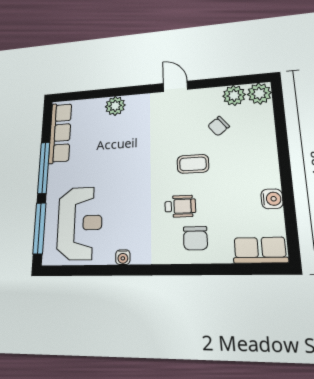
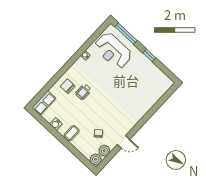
door: (175, 86) -> (123, 142), moved
plant: (115, 106) -> (146, 105), removed
row of seats: (60, 133) -> (158, 74), removed
coffee table: (193, 164) -> (72, 133), moved
window: (44, 168) -> (149, 55), width x0.46

